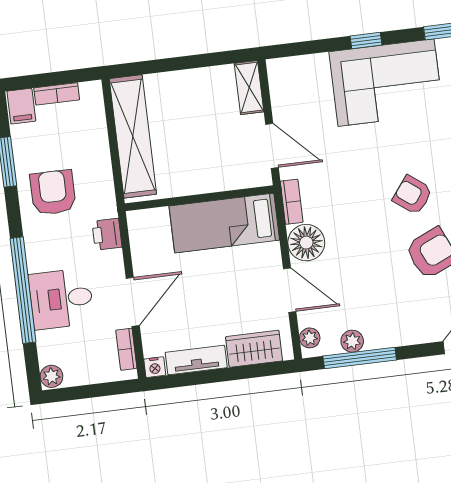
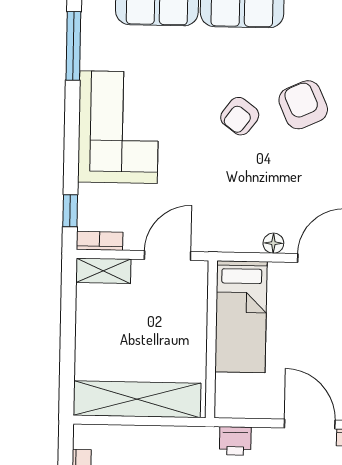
window: (366, 40) -> (70, 211), moved
bookcase: (292, 202) -> (100, 241), moved
floor lamp: (306, 243) -> (273, 243), width x0.53, depth x0.53

